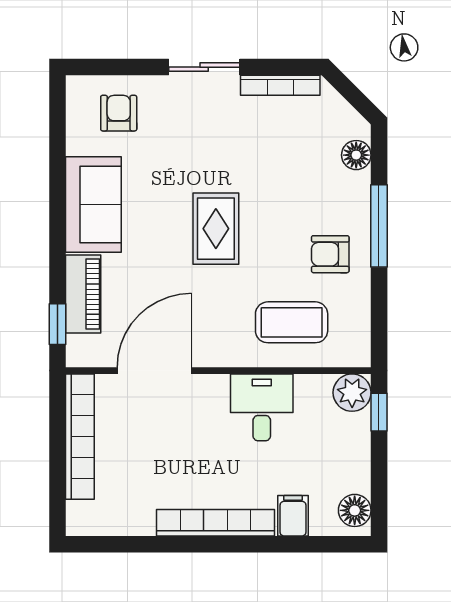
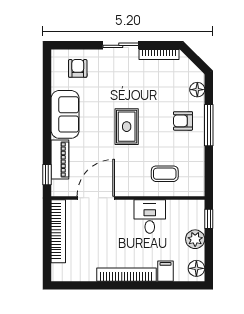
armchair: (330, 254) -> (183, 121), moved
coffee table: (292, 322) -> (165, 174), width x0.73, depth x0.77
plant: (352, 393) -> (195, 239), moved

